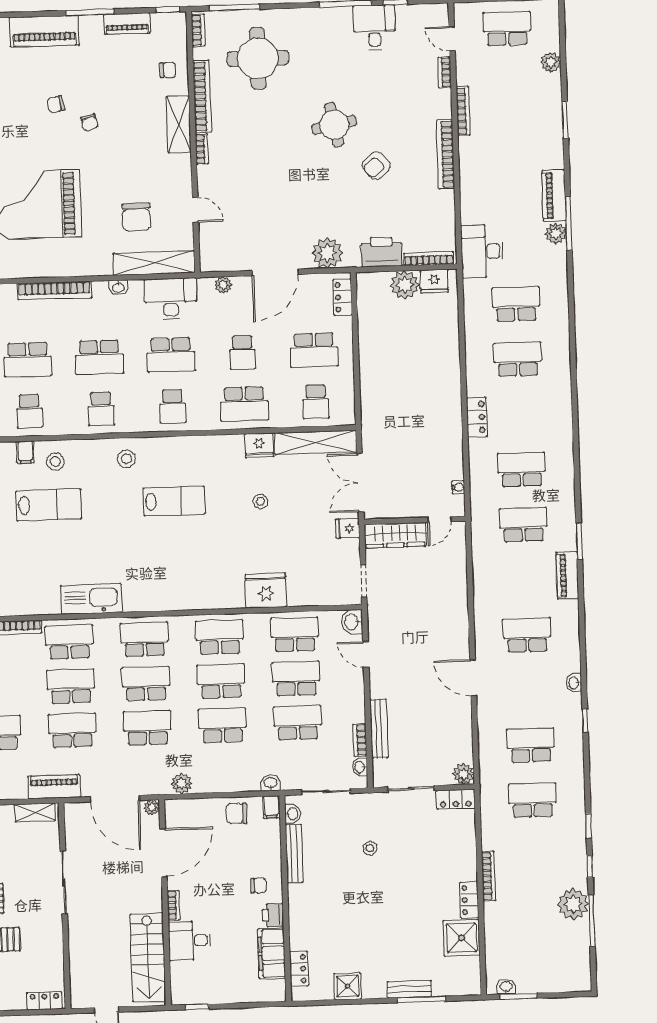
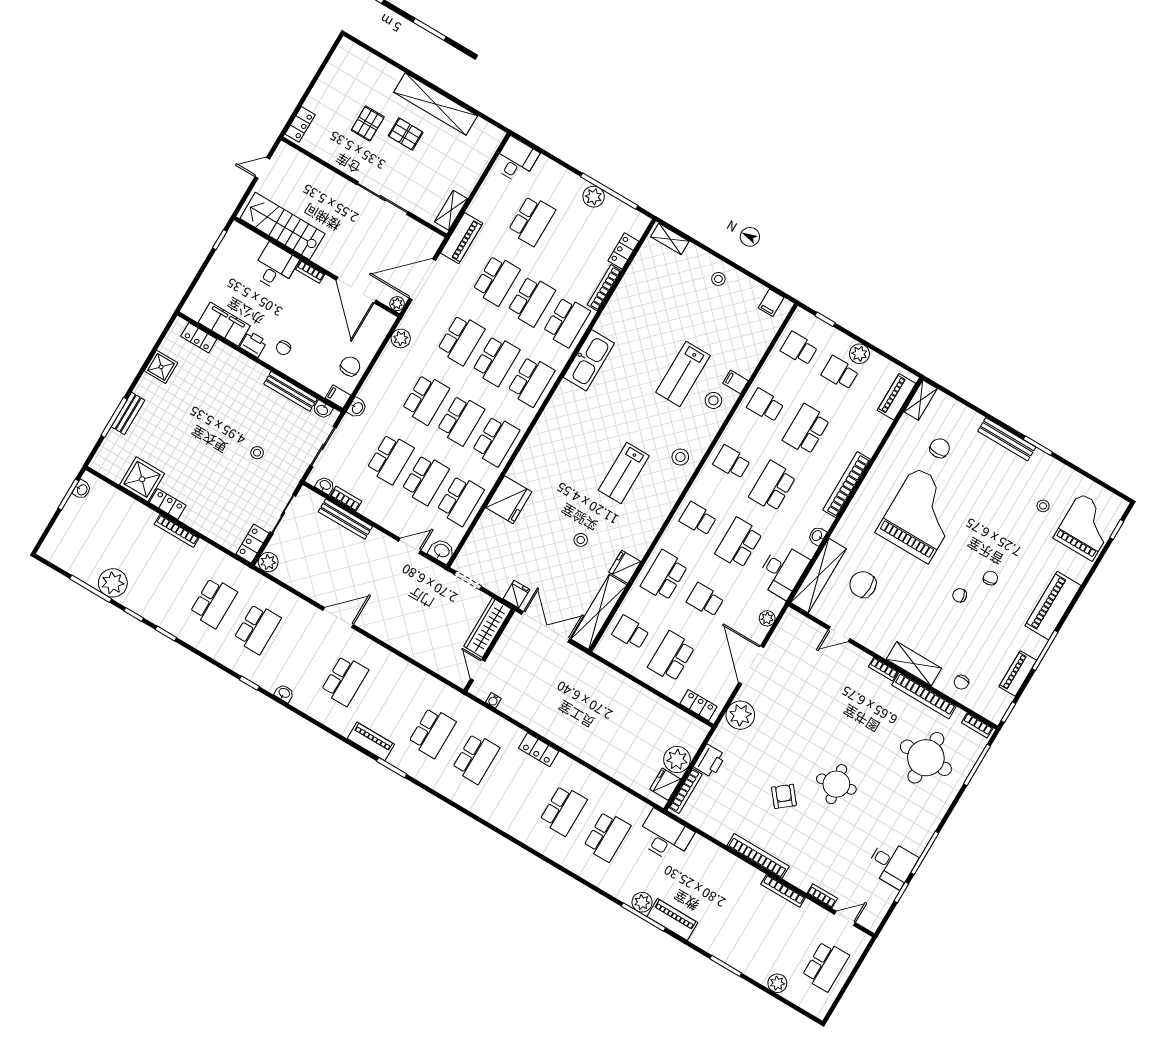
printer: (382, 252) -> (710, 761), width x0.73, depth x0.84

